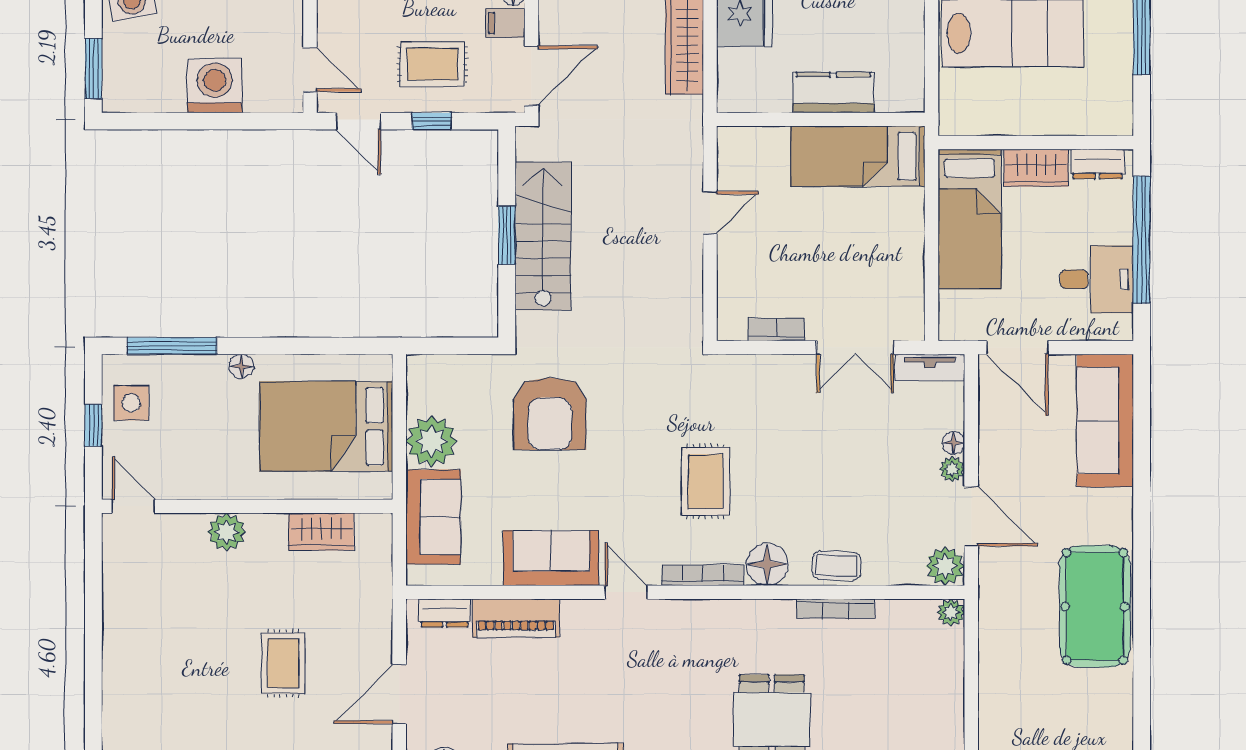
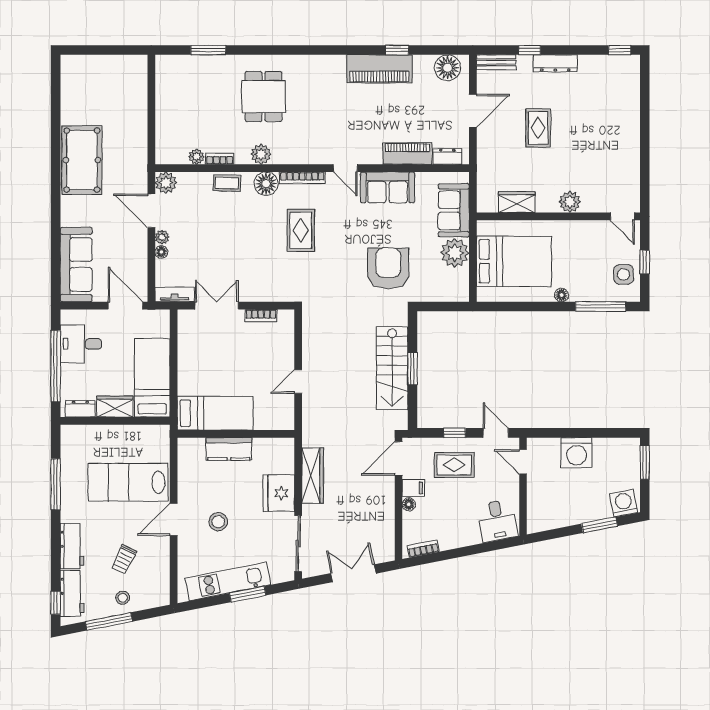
bookcase: (836, 609) -> (220, 159), width x0.64
plant: (951, 612) -> (197, 157), moved
plant: (776, 617) -> (261, 154), added

